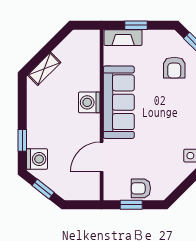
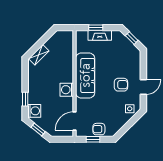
fireplace: (123, 38) -> (100, 35), moved
armchair: (174, 68) -> (121, 85), moved, turned -90
washing machine: (89, 102) -> (67, 90), moved
door: (102, 157) -> (74, 121), moved

